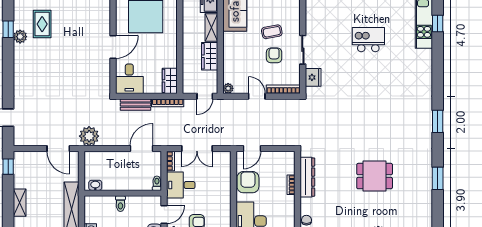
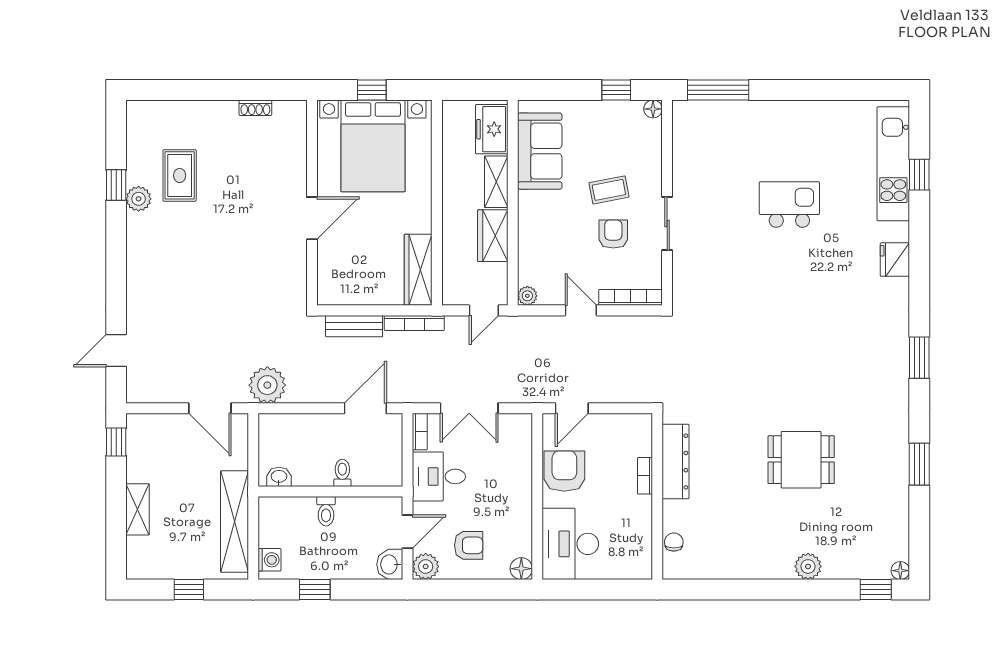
fridge: (313, 77) -> (895, 260), moved, turned 180
desk: (129, 79) -> (343, 278), removed
wardrobe: (170, 81) -> (418, 270), width x1.50
toilet: (157, 183) -> (342, 473), moved

